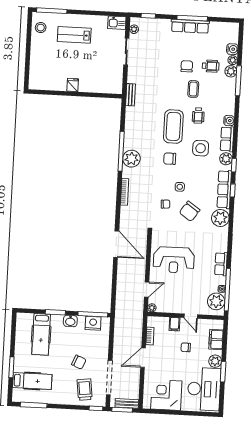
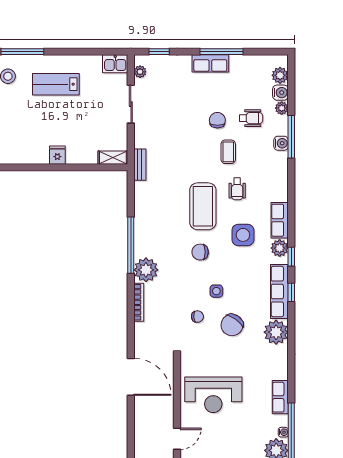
row of seats: (190, 26) -> (210, 63), width x0.68
plant: (231, 71) -> (280, 75), moved
shelving: (112, 89) -> (113, 158), added
water cooler: (229, 121) -> (281, 143), moved
plant: (131, 159) -> (146, 270), moved

